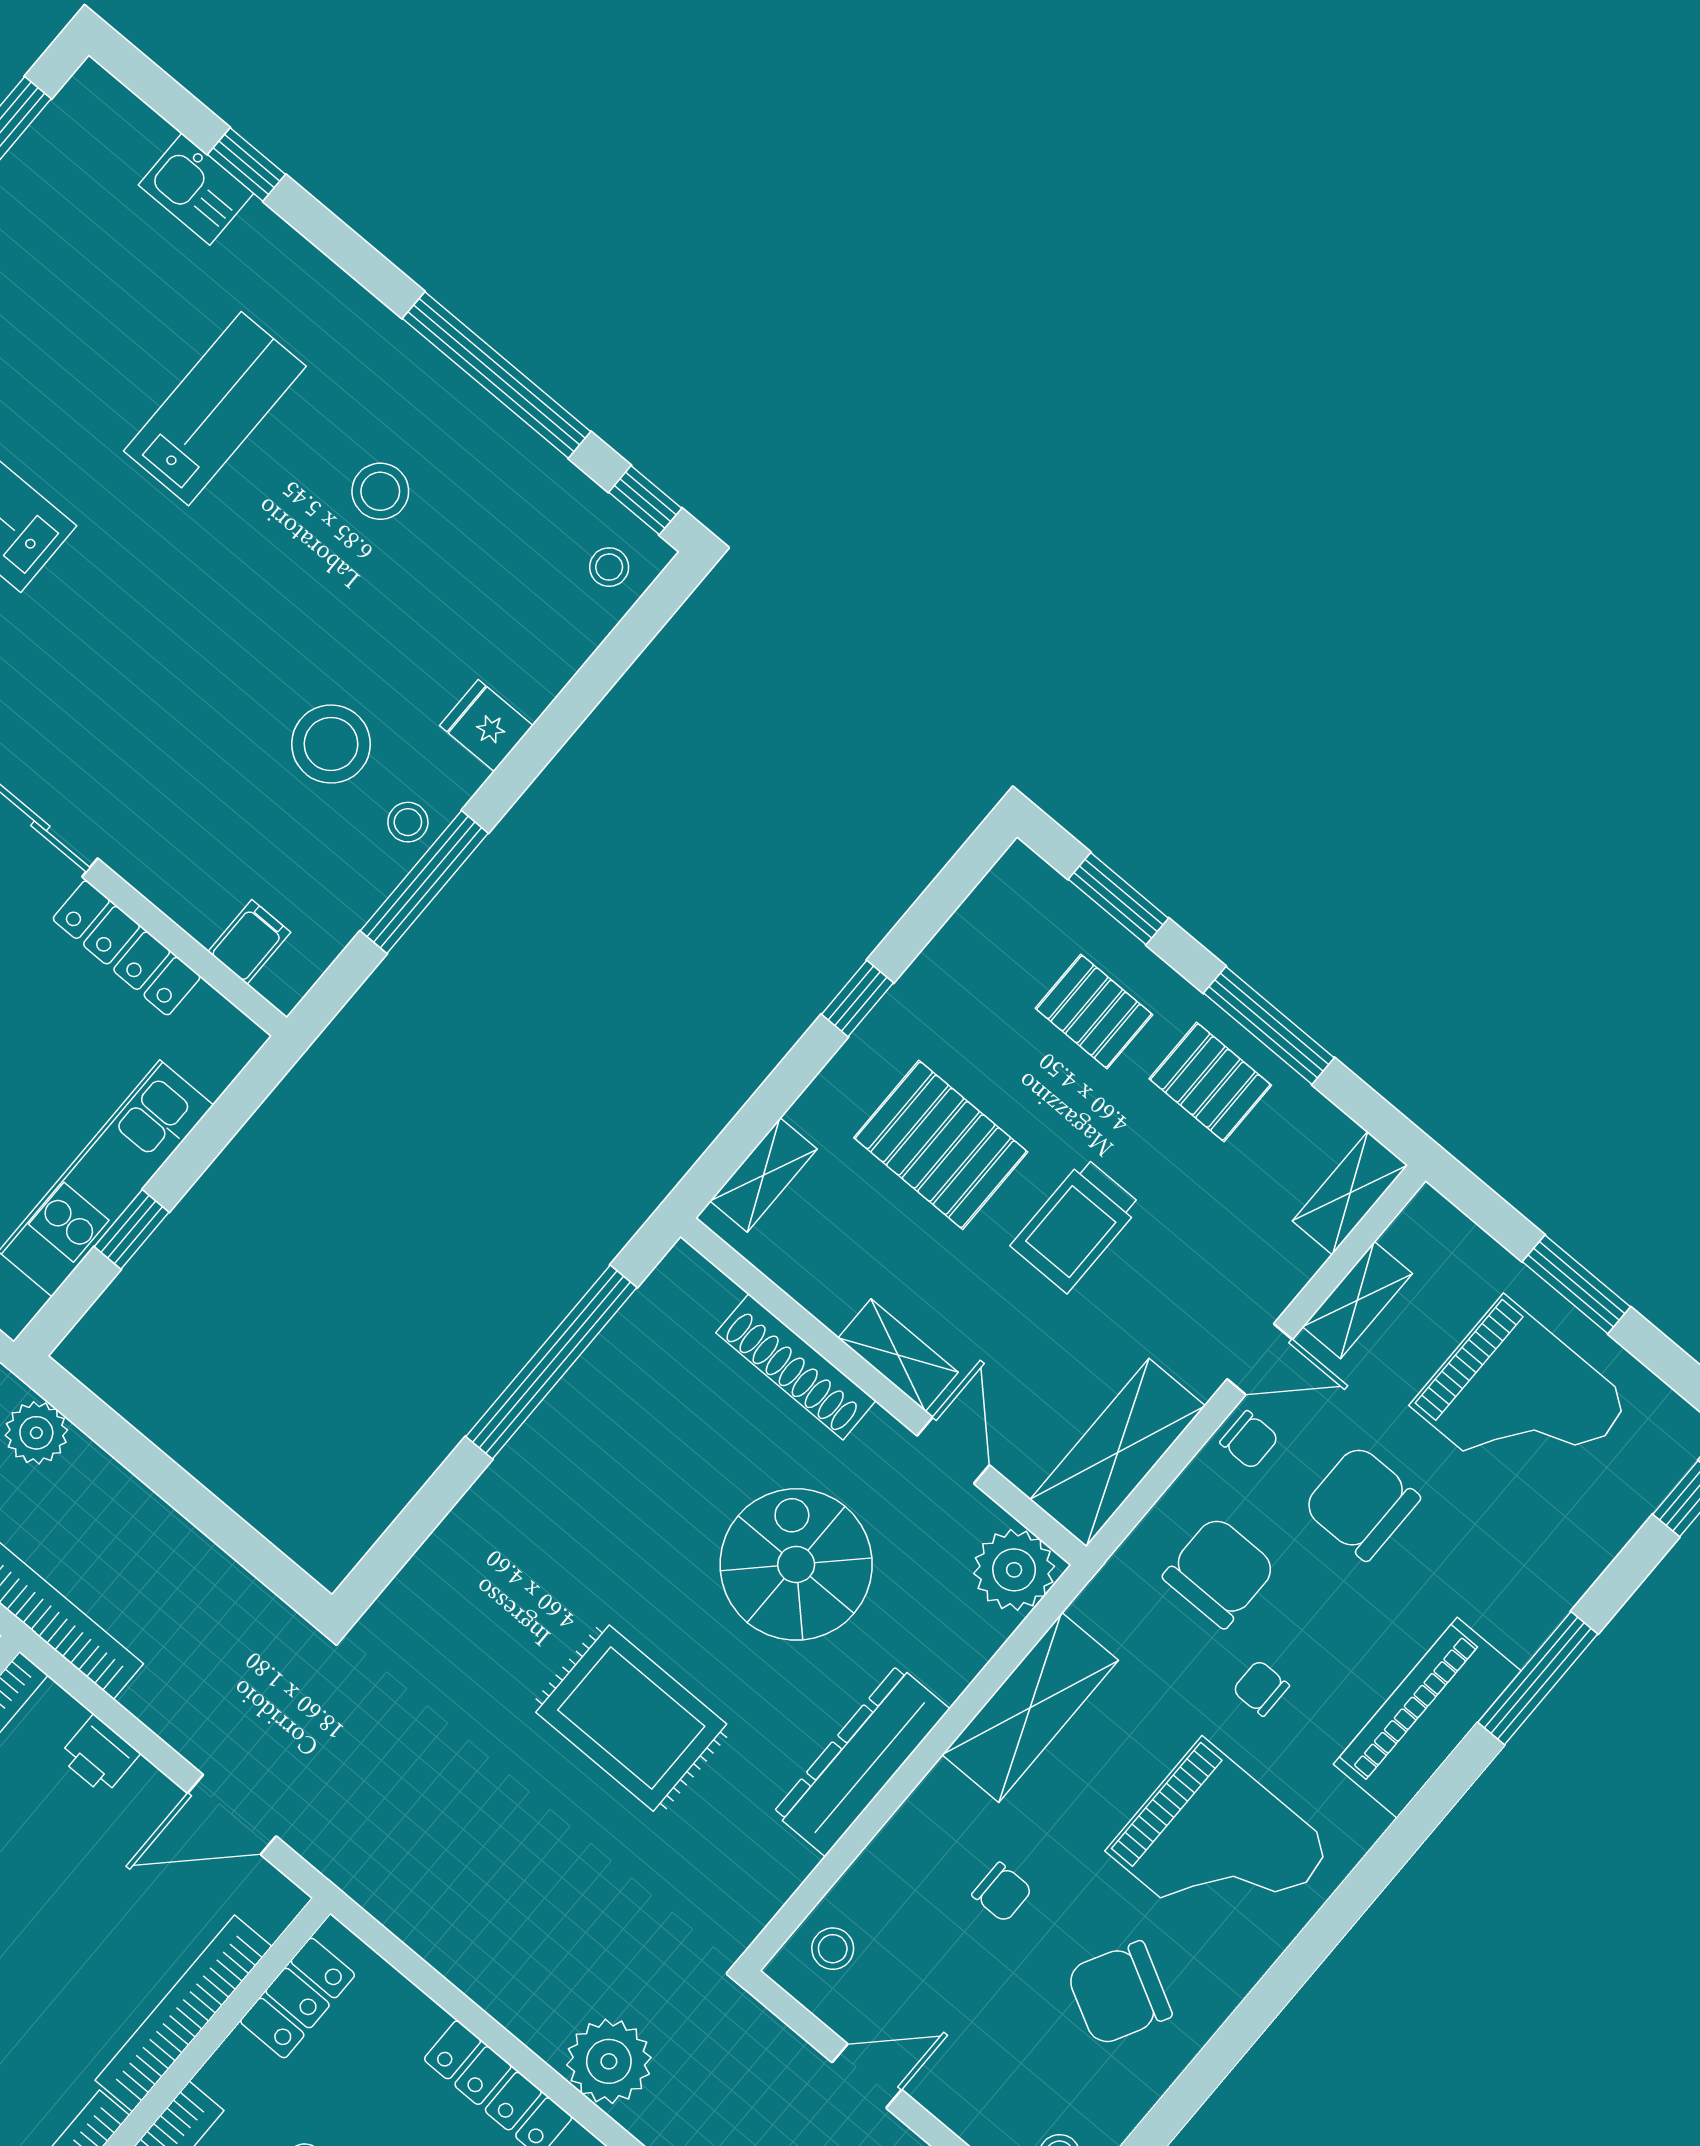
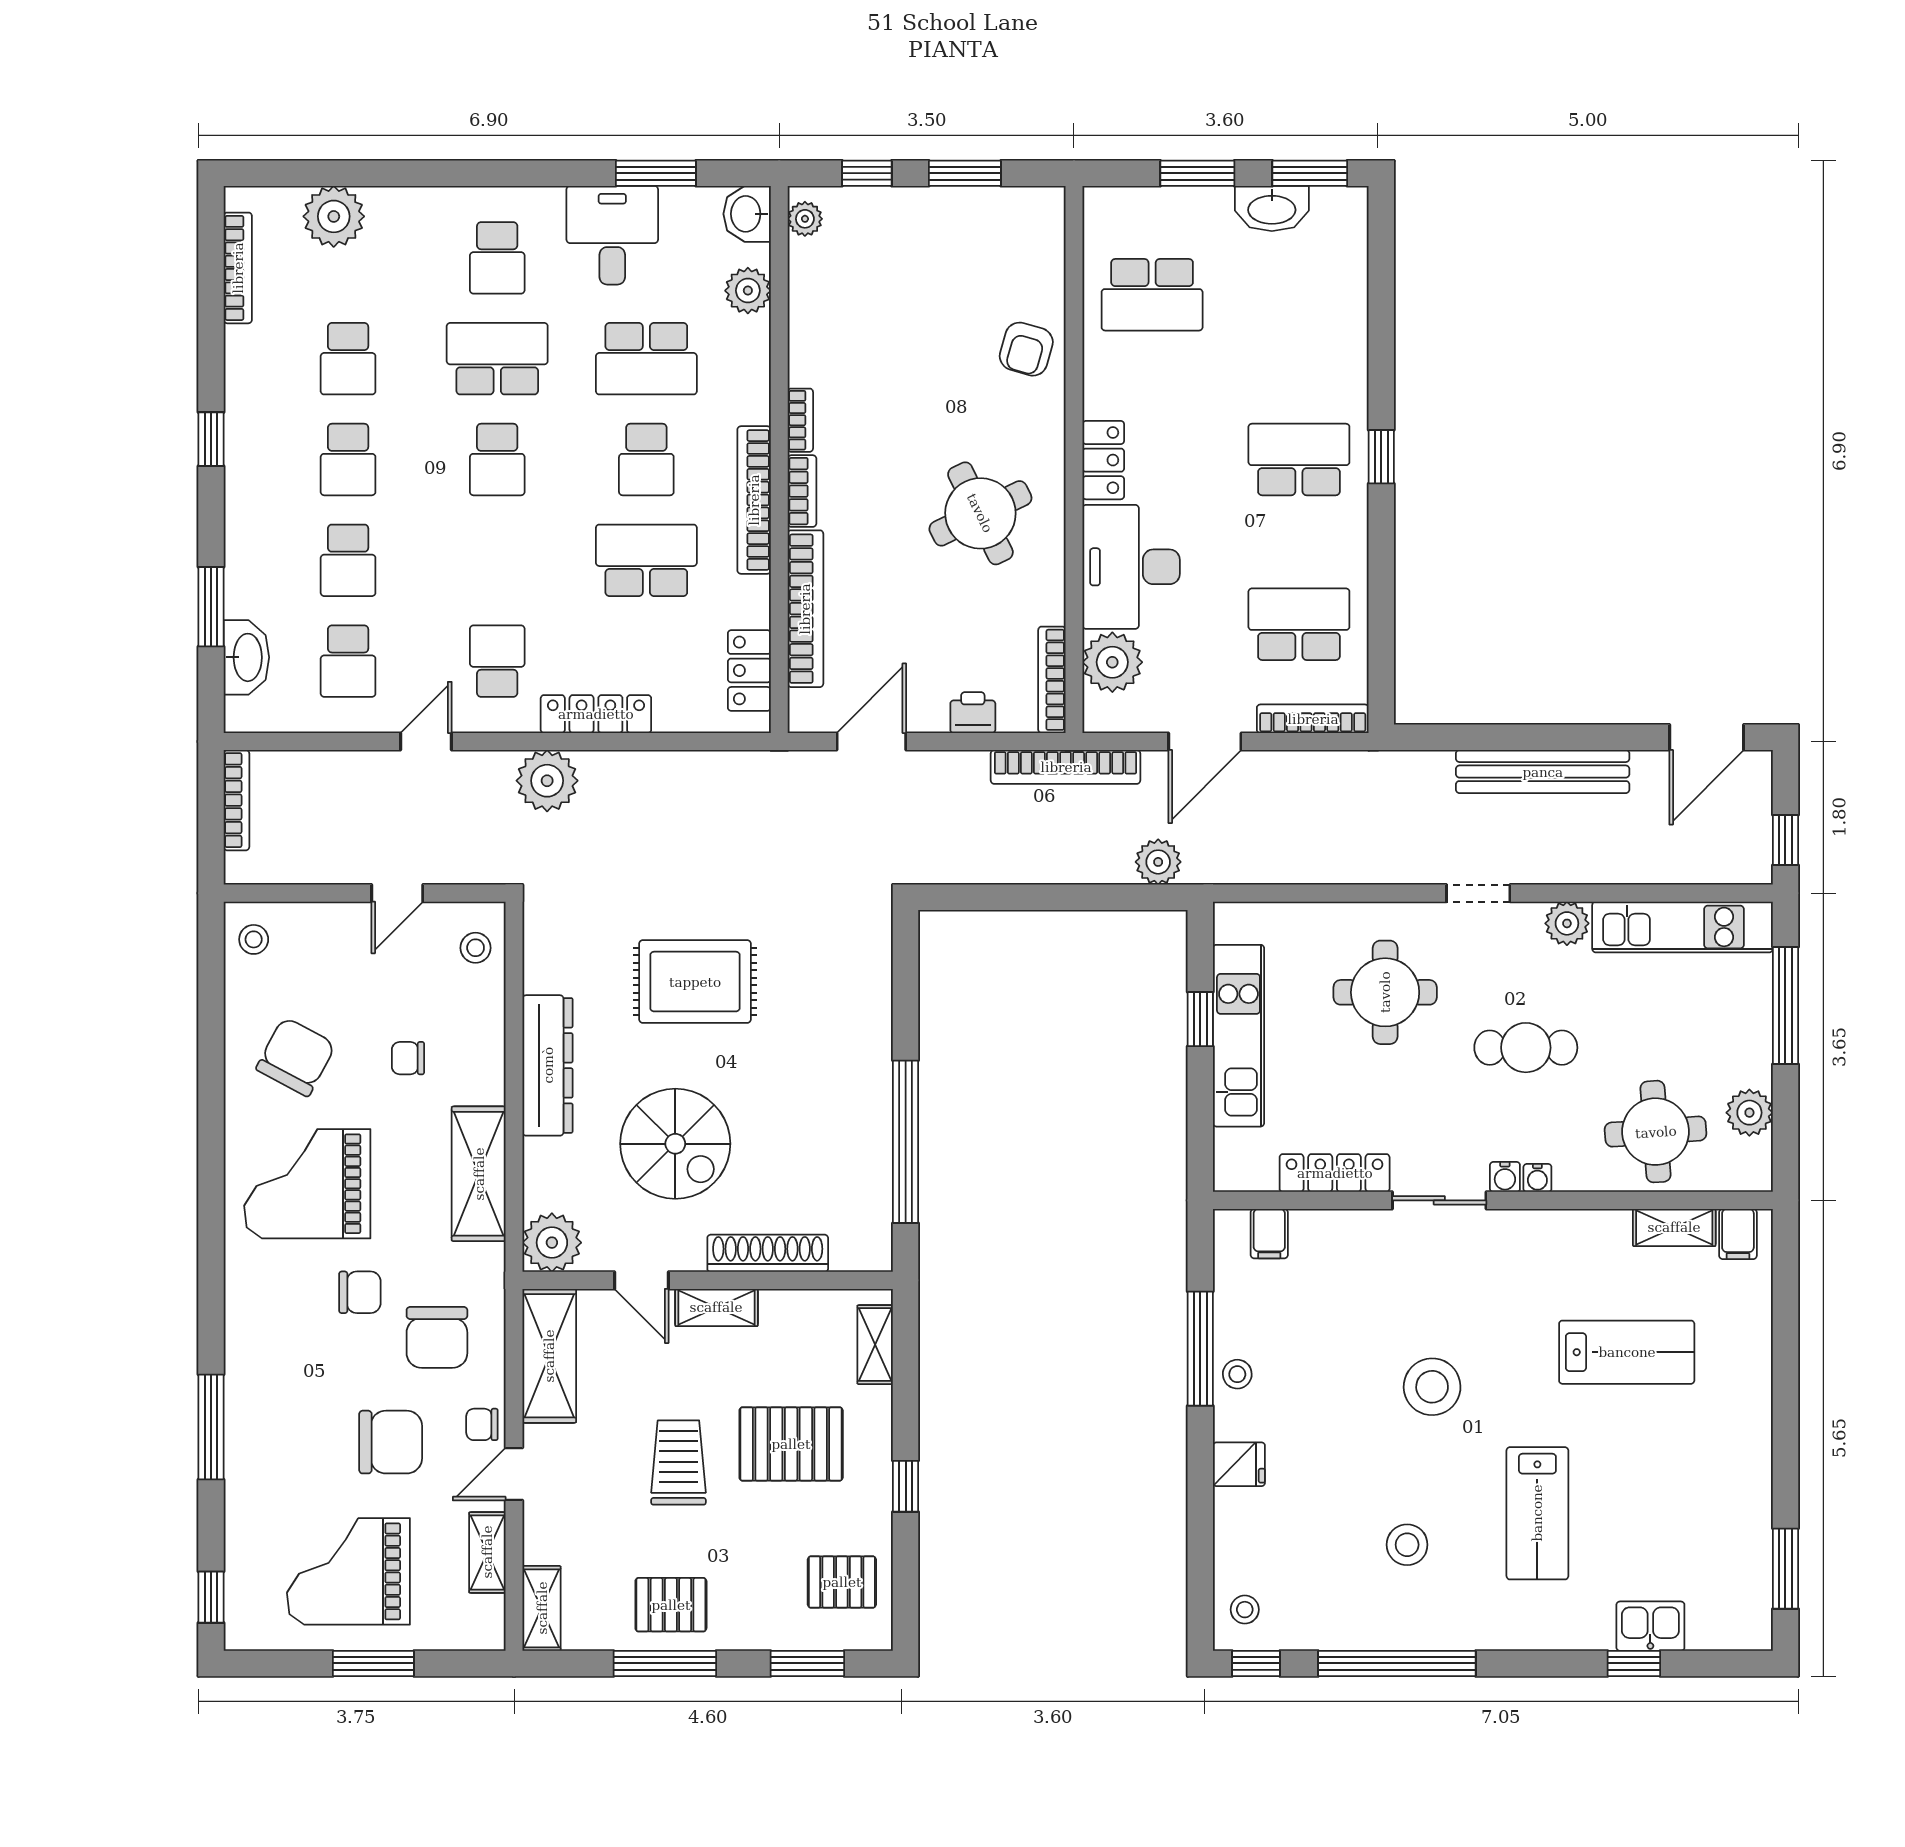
stool: (331, 744) -> (1432, 1387), moved
pallet: (1094, 1011) -> (842, 1582), moved
chair: (1261, 1688) -> (360, 1292), width x1.37, depth x1.37
piano: (1427, 1718) -> (254, 1353), removed

